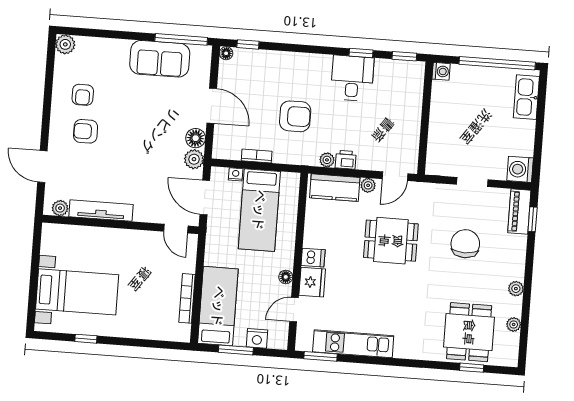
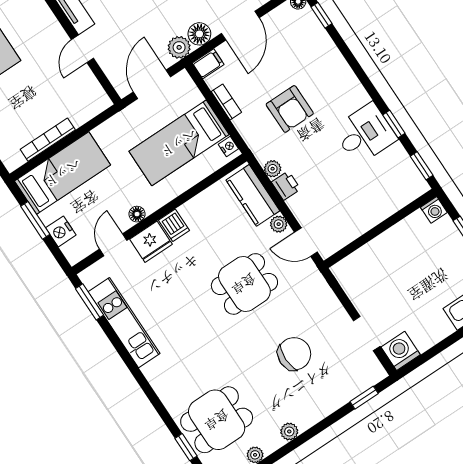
filing cabinet: (221, 148) -> (208, 64), added
nightstand: (236, 174) -> (228, 146), moved
doorway: (472, 182) -> (367, 333), moved
piano: (519, 212) -> (362, 380), removed
door: (176, 229) -> (83, 49), moved
dining table: (391, 241) -> (244, 284), turned 90
door: (294, 310) -> (113, 245), hinge flipped

